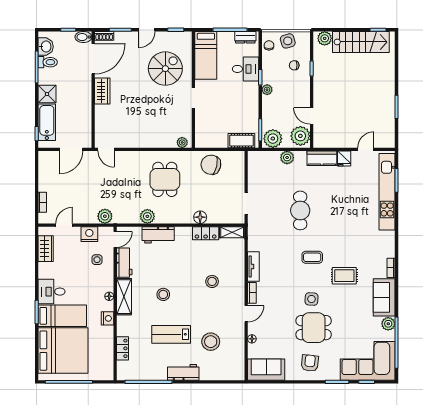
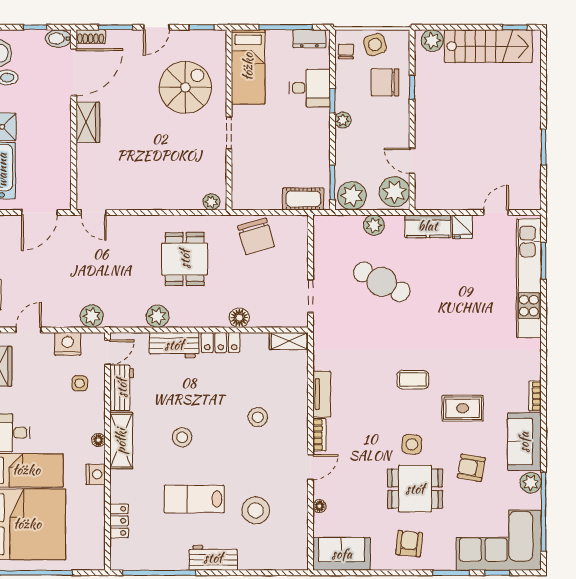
chair: (294, 65) -> (385, 82), width x1.87, depth x1.87
chair: (211, 165) -> (256, 236), turned -118
cafe table: (300, 210) -> (382, 282), moved, turned -62
locker: (206, 233) -> (221, 342), moved
armchair: (350, 314) -> (471, 468), added

